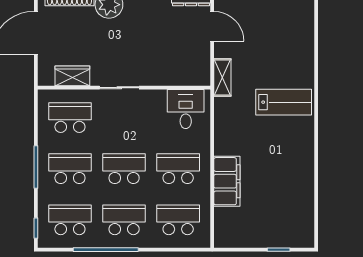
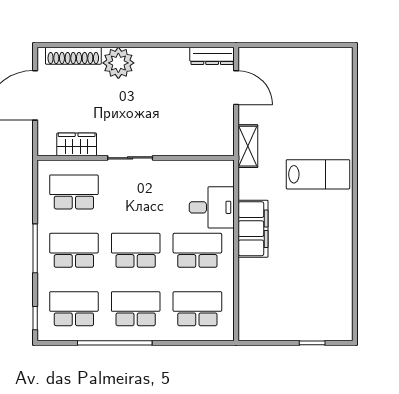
desk: (186, 109) -> (212, 207), moved, turned 90
filing cabinet: (227, 181) -> (253, 229), moved

